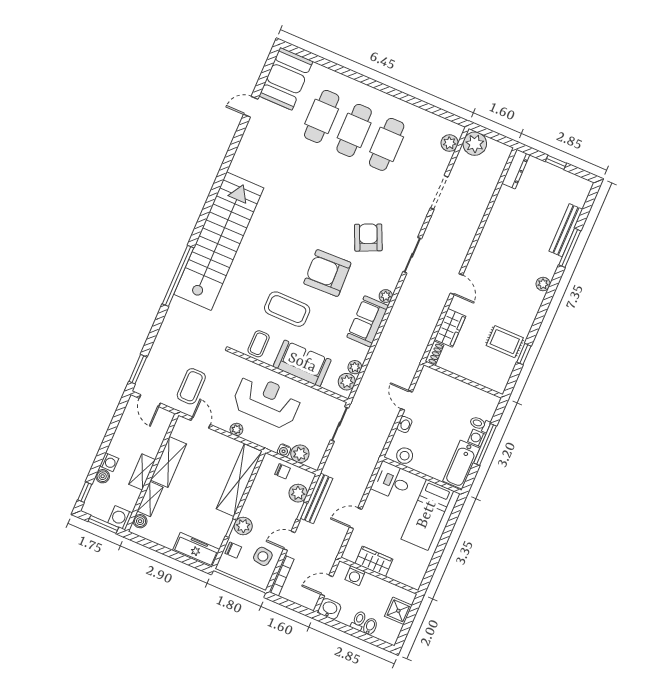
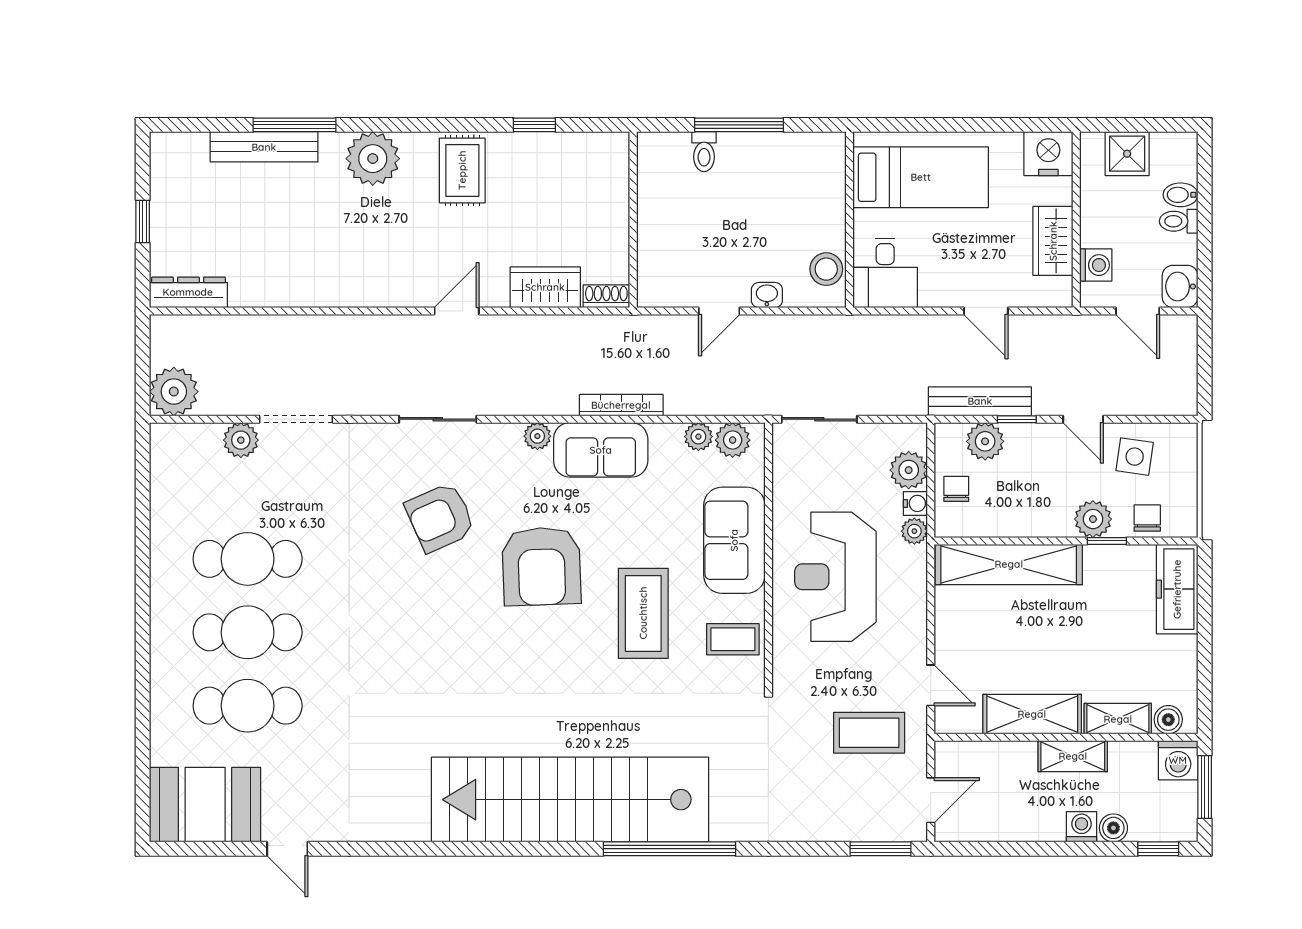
plant: (450, 143) -> (241, 440), moved
plant: (543, 284) -> (373, 159), width x1.87, depth x1.87
rug: (505, 342) -> (462, 170), moved
door: (201, 423) -> (931, 685), swing flipped
plant: (236, 429) -> (914, 531), moved
washing machine: (477, 438) -> (733, 146), removed
bathtub: (461, 465) -> (797, 154), removed
bookcase: (282, 576) -> (621, 405), moved
nightstand: (413, 576) -> (1048, 154), added

